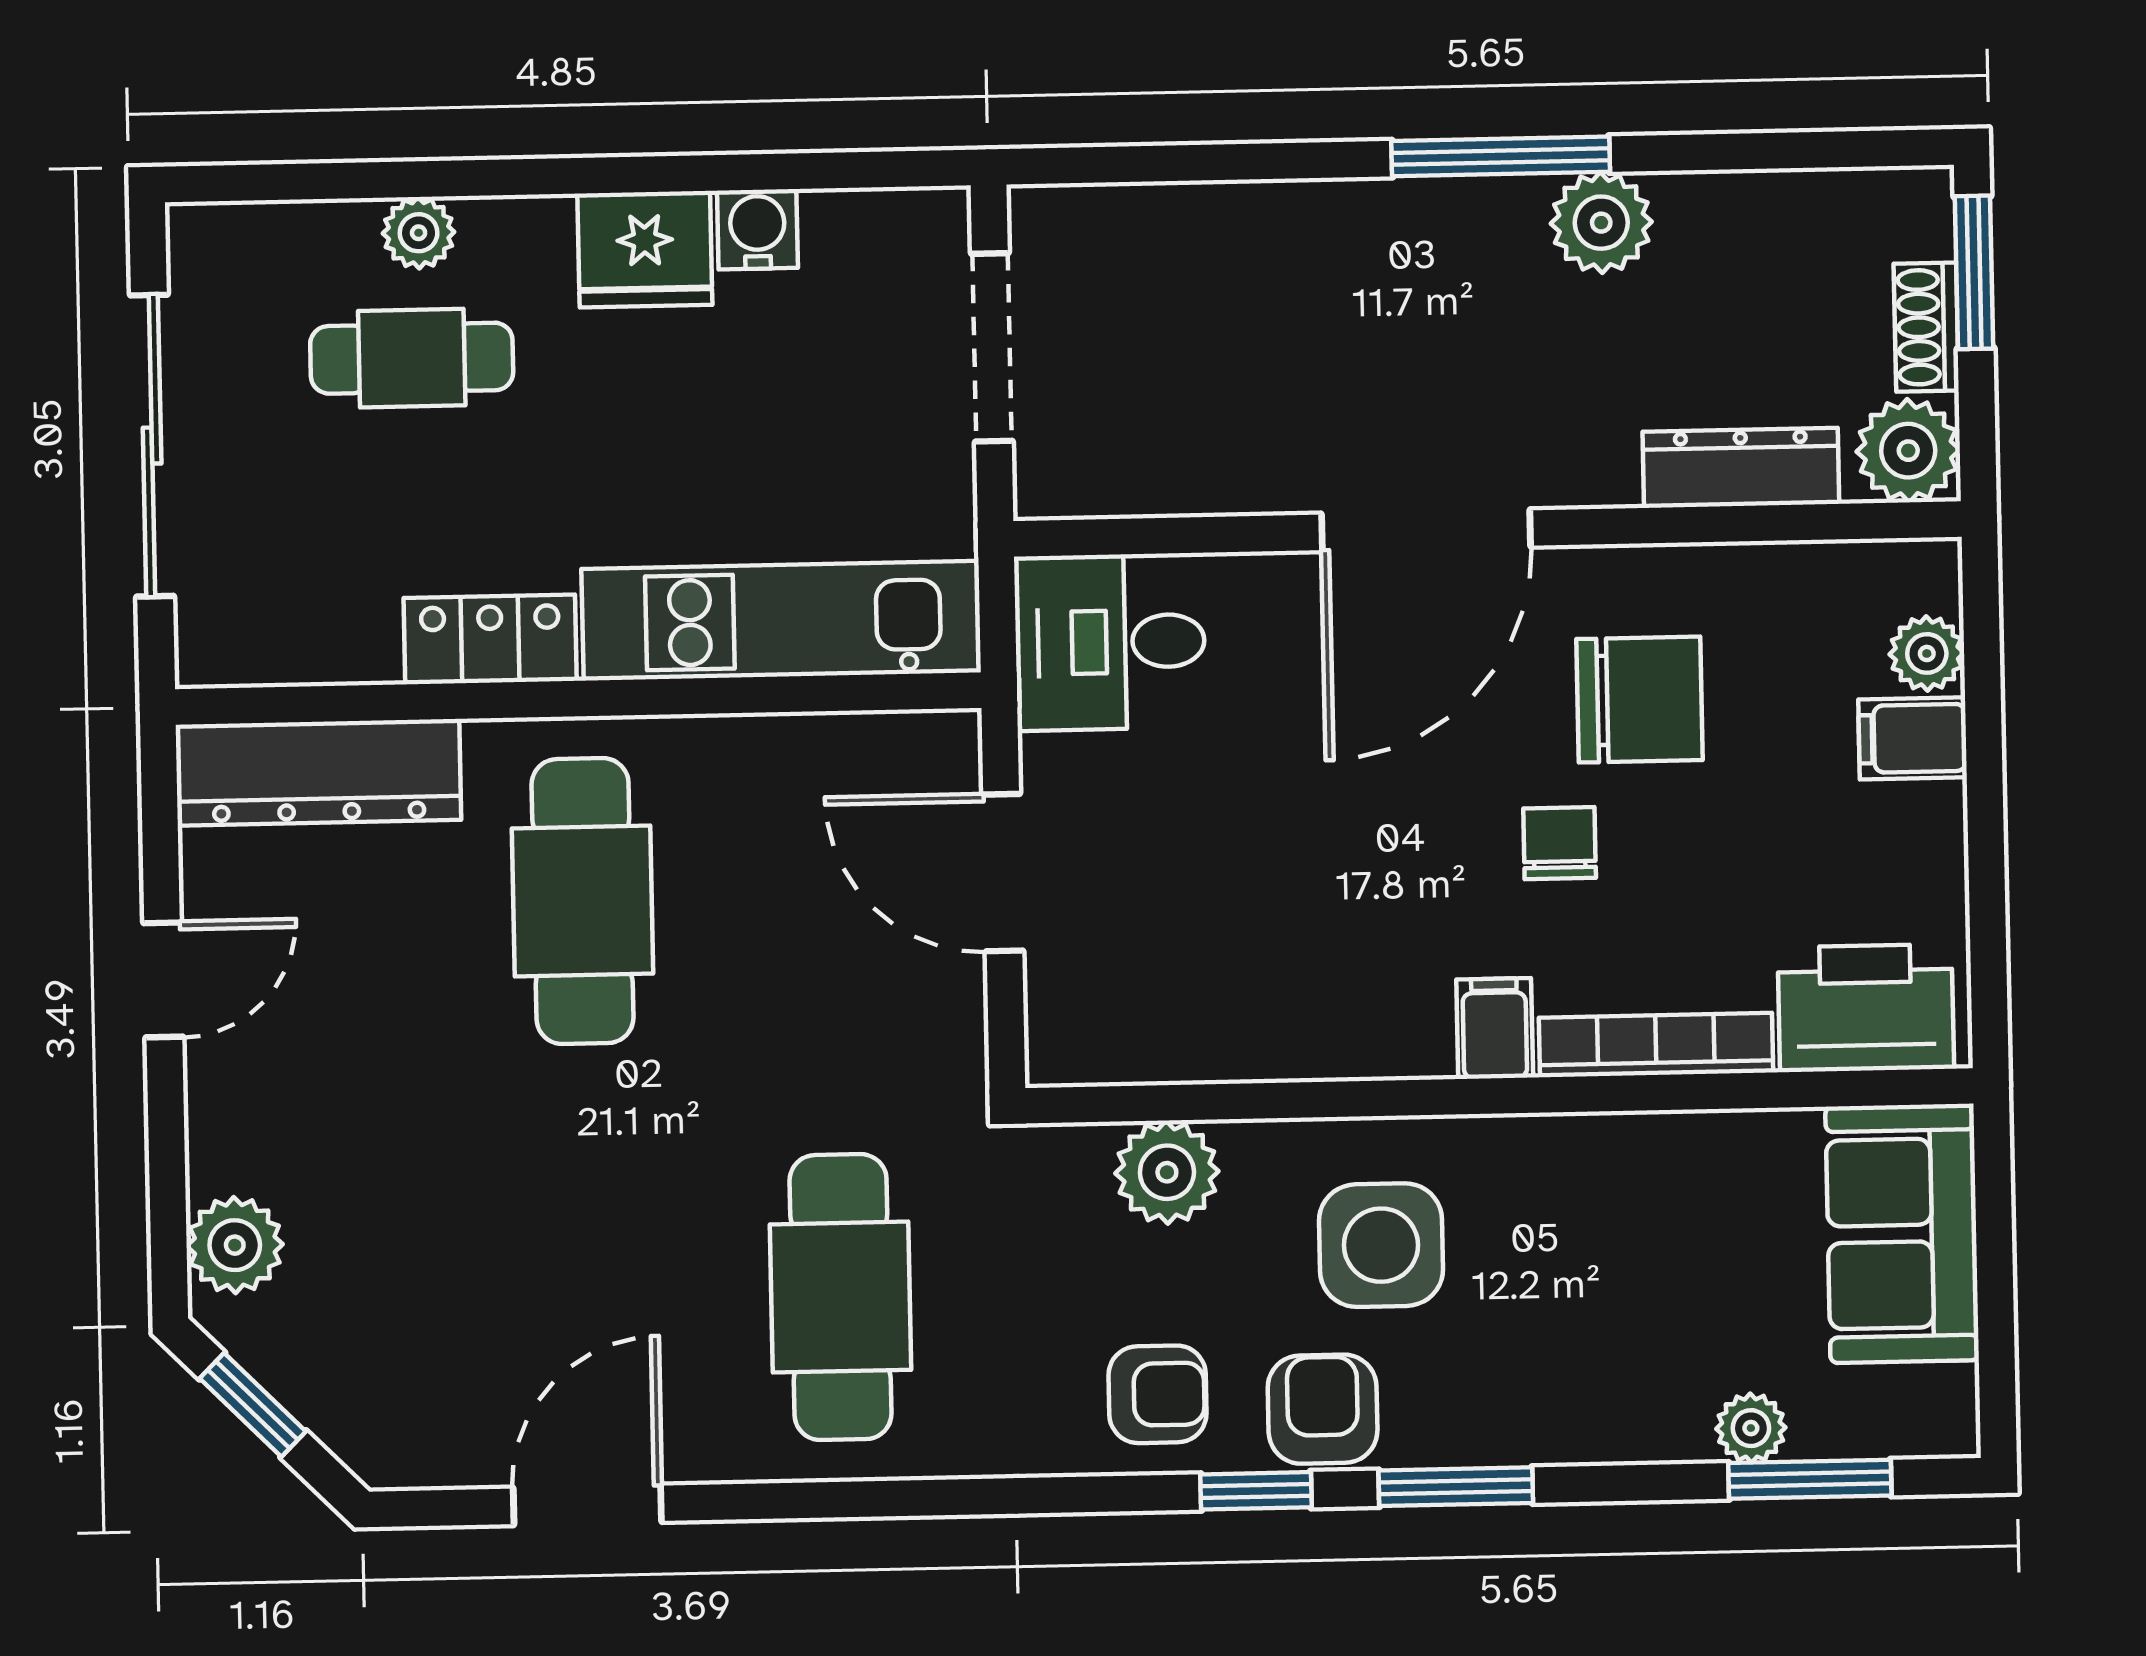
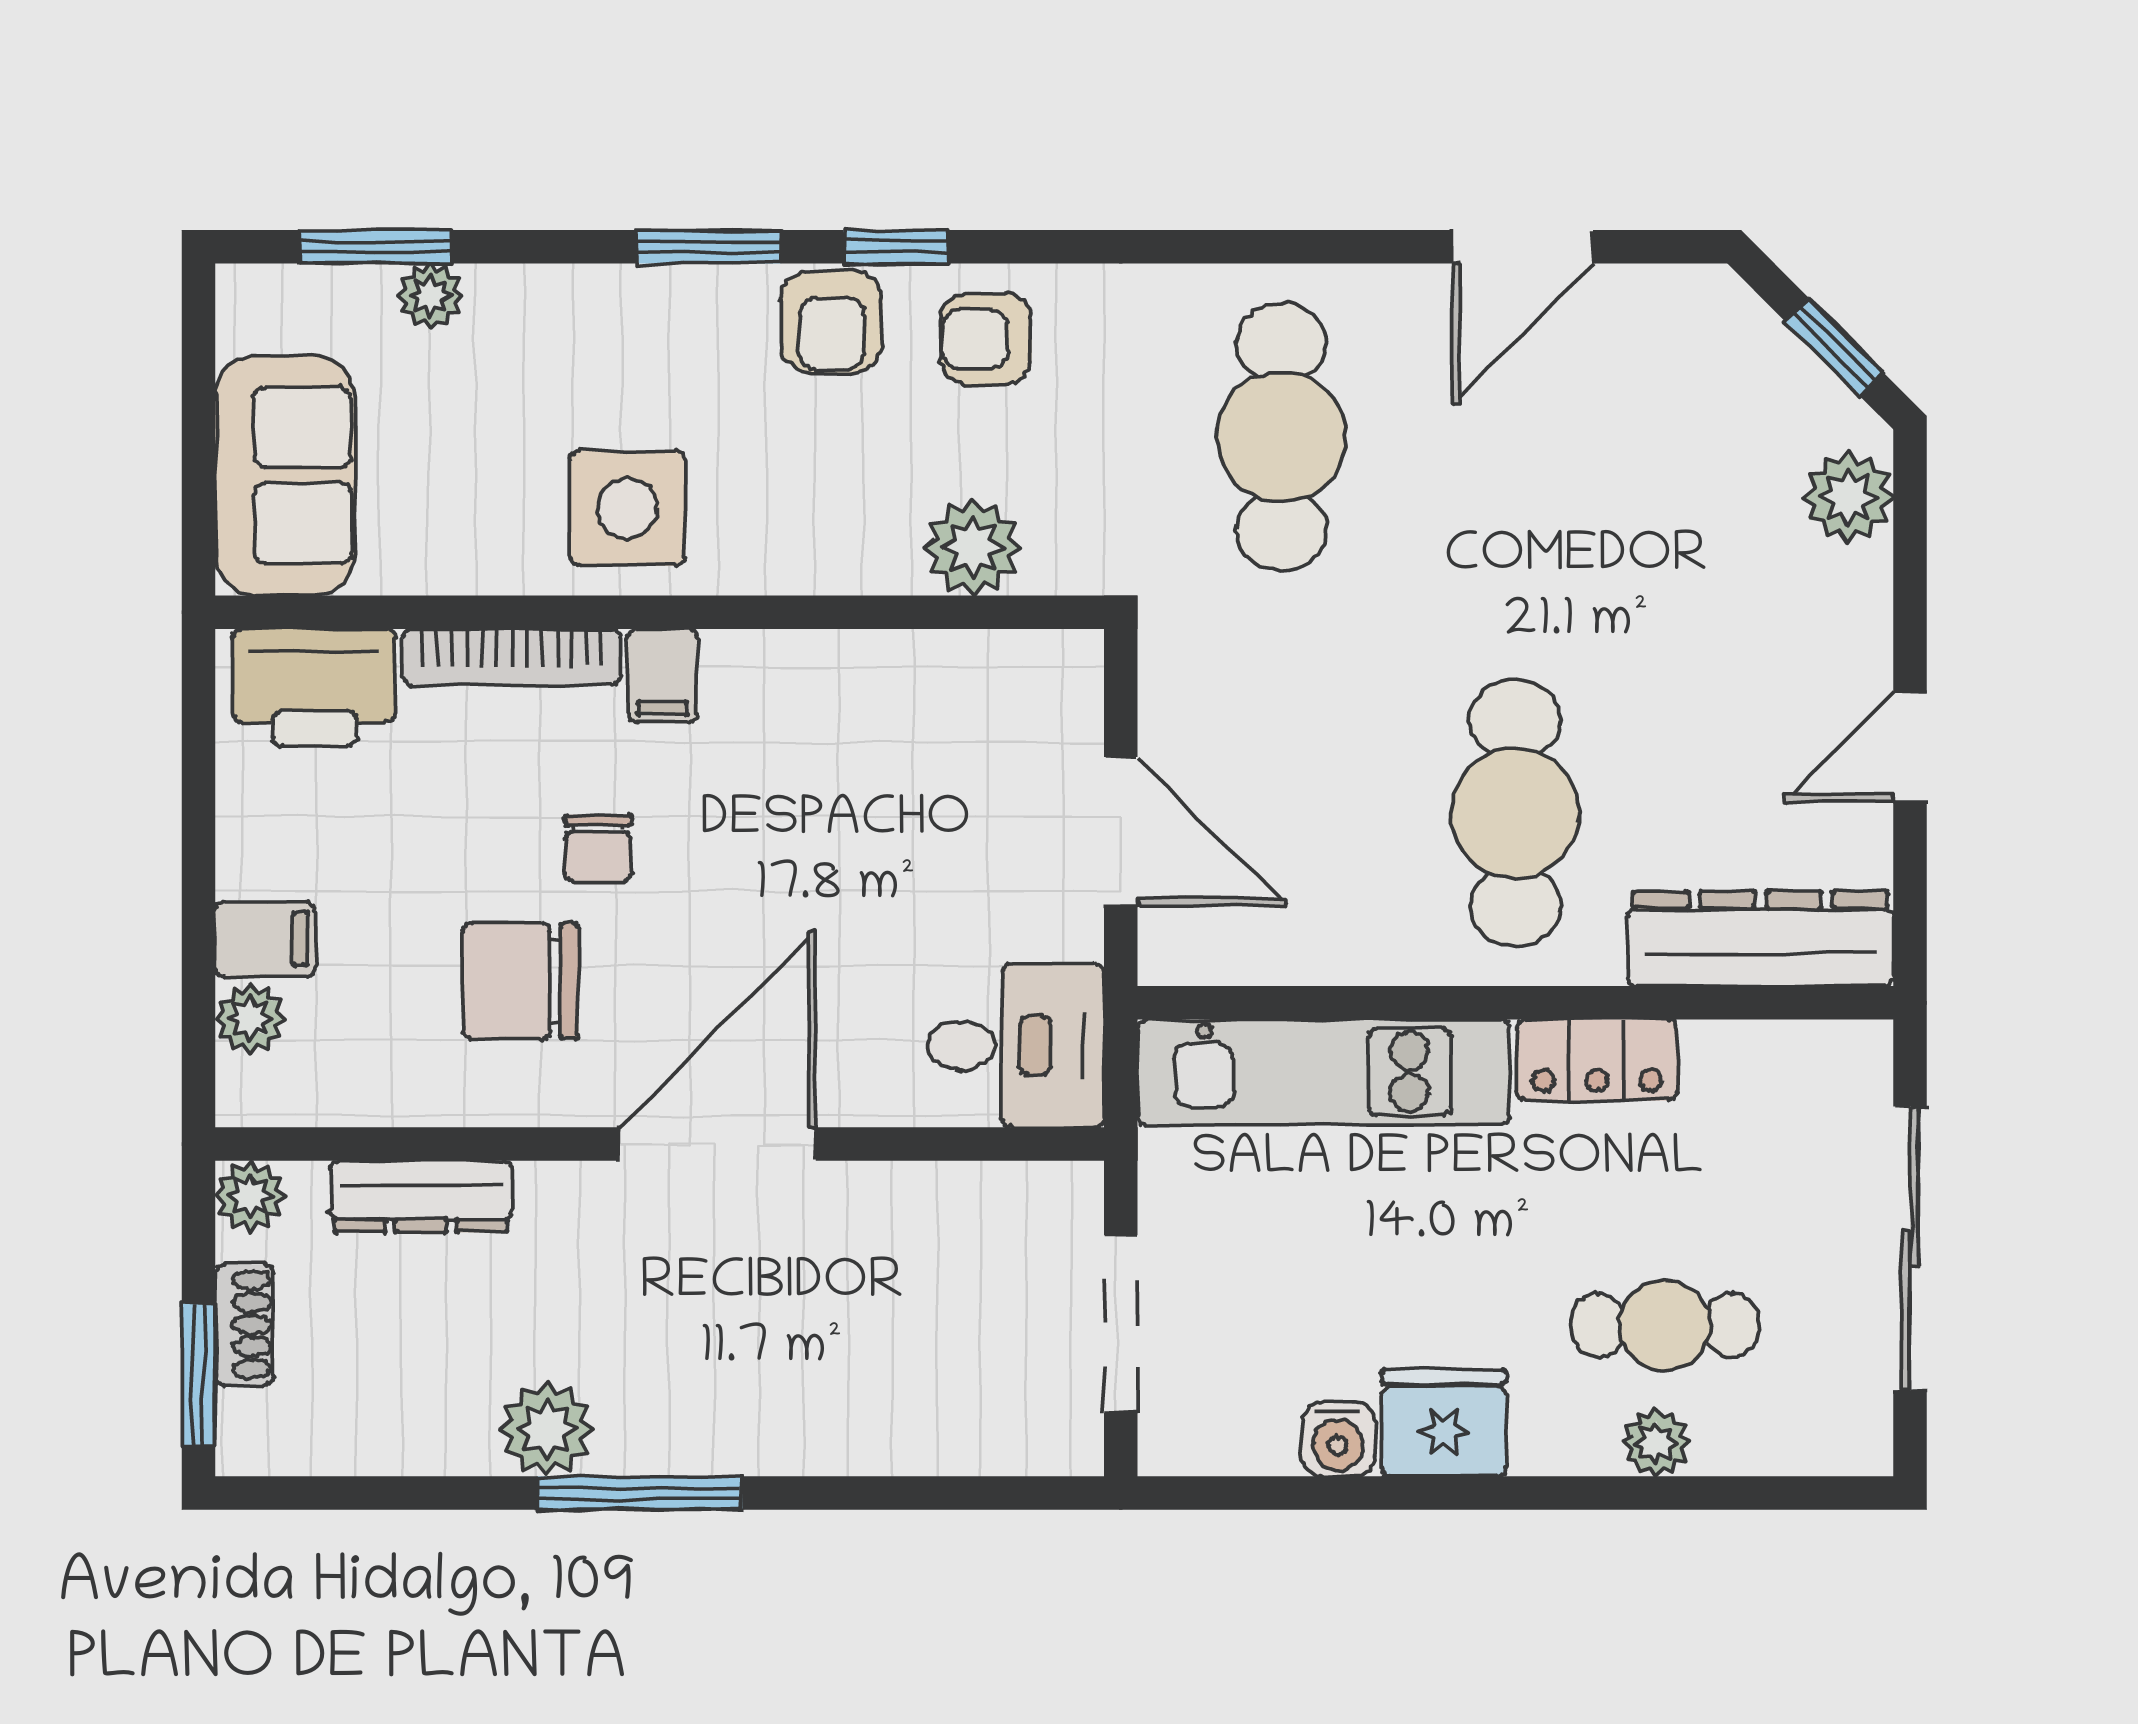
plant: (1908, 451) -> (250, 1196), width x0.73, depth x0.73
side table: (1381, 1245) -> (628, 508), moved

